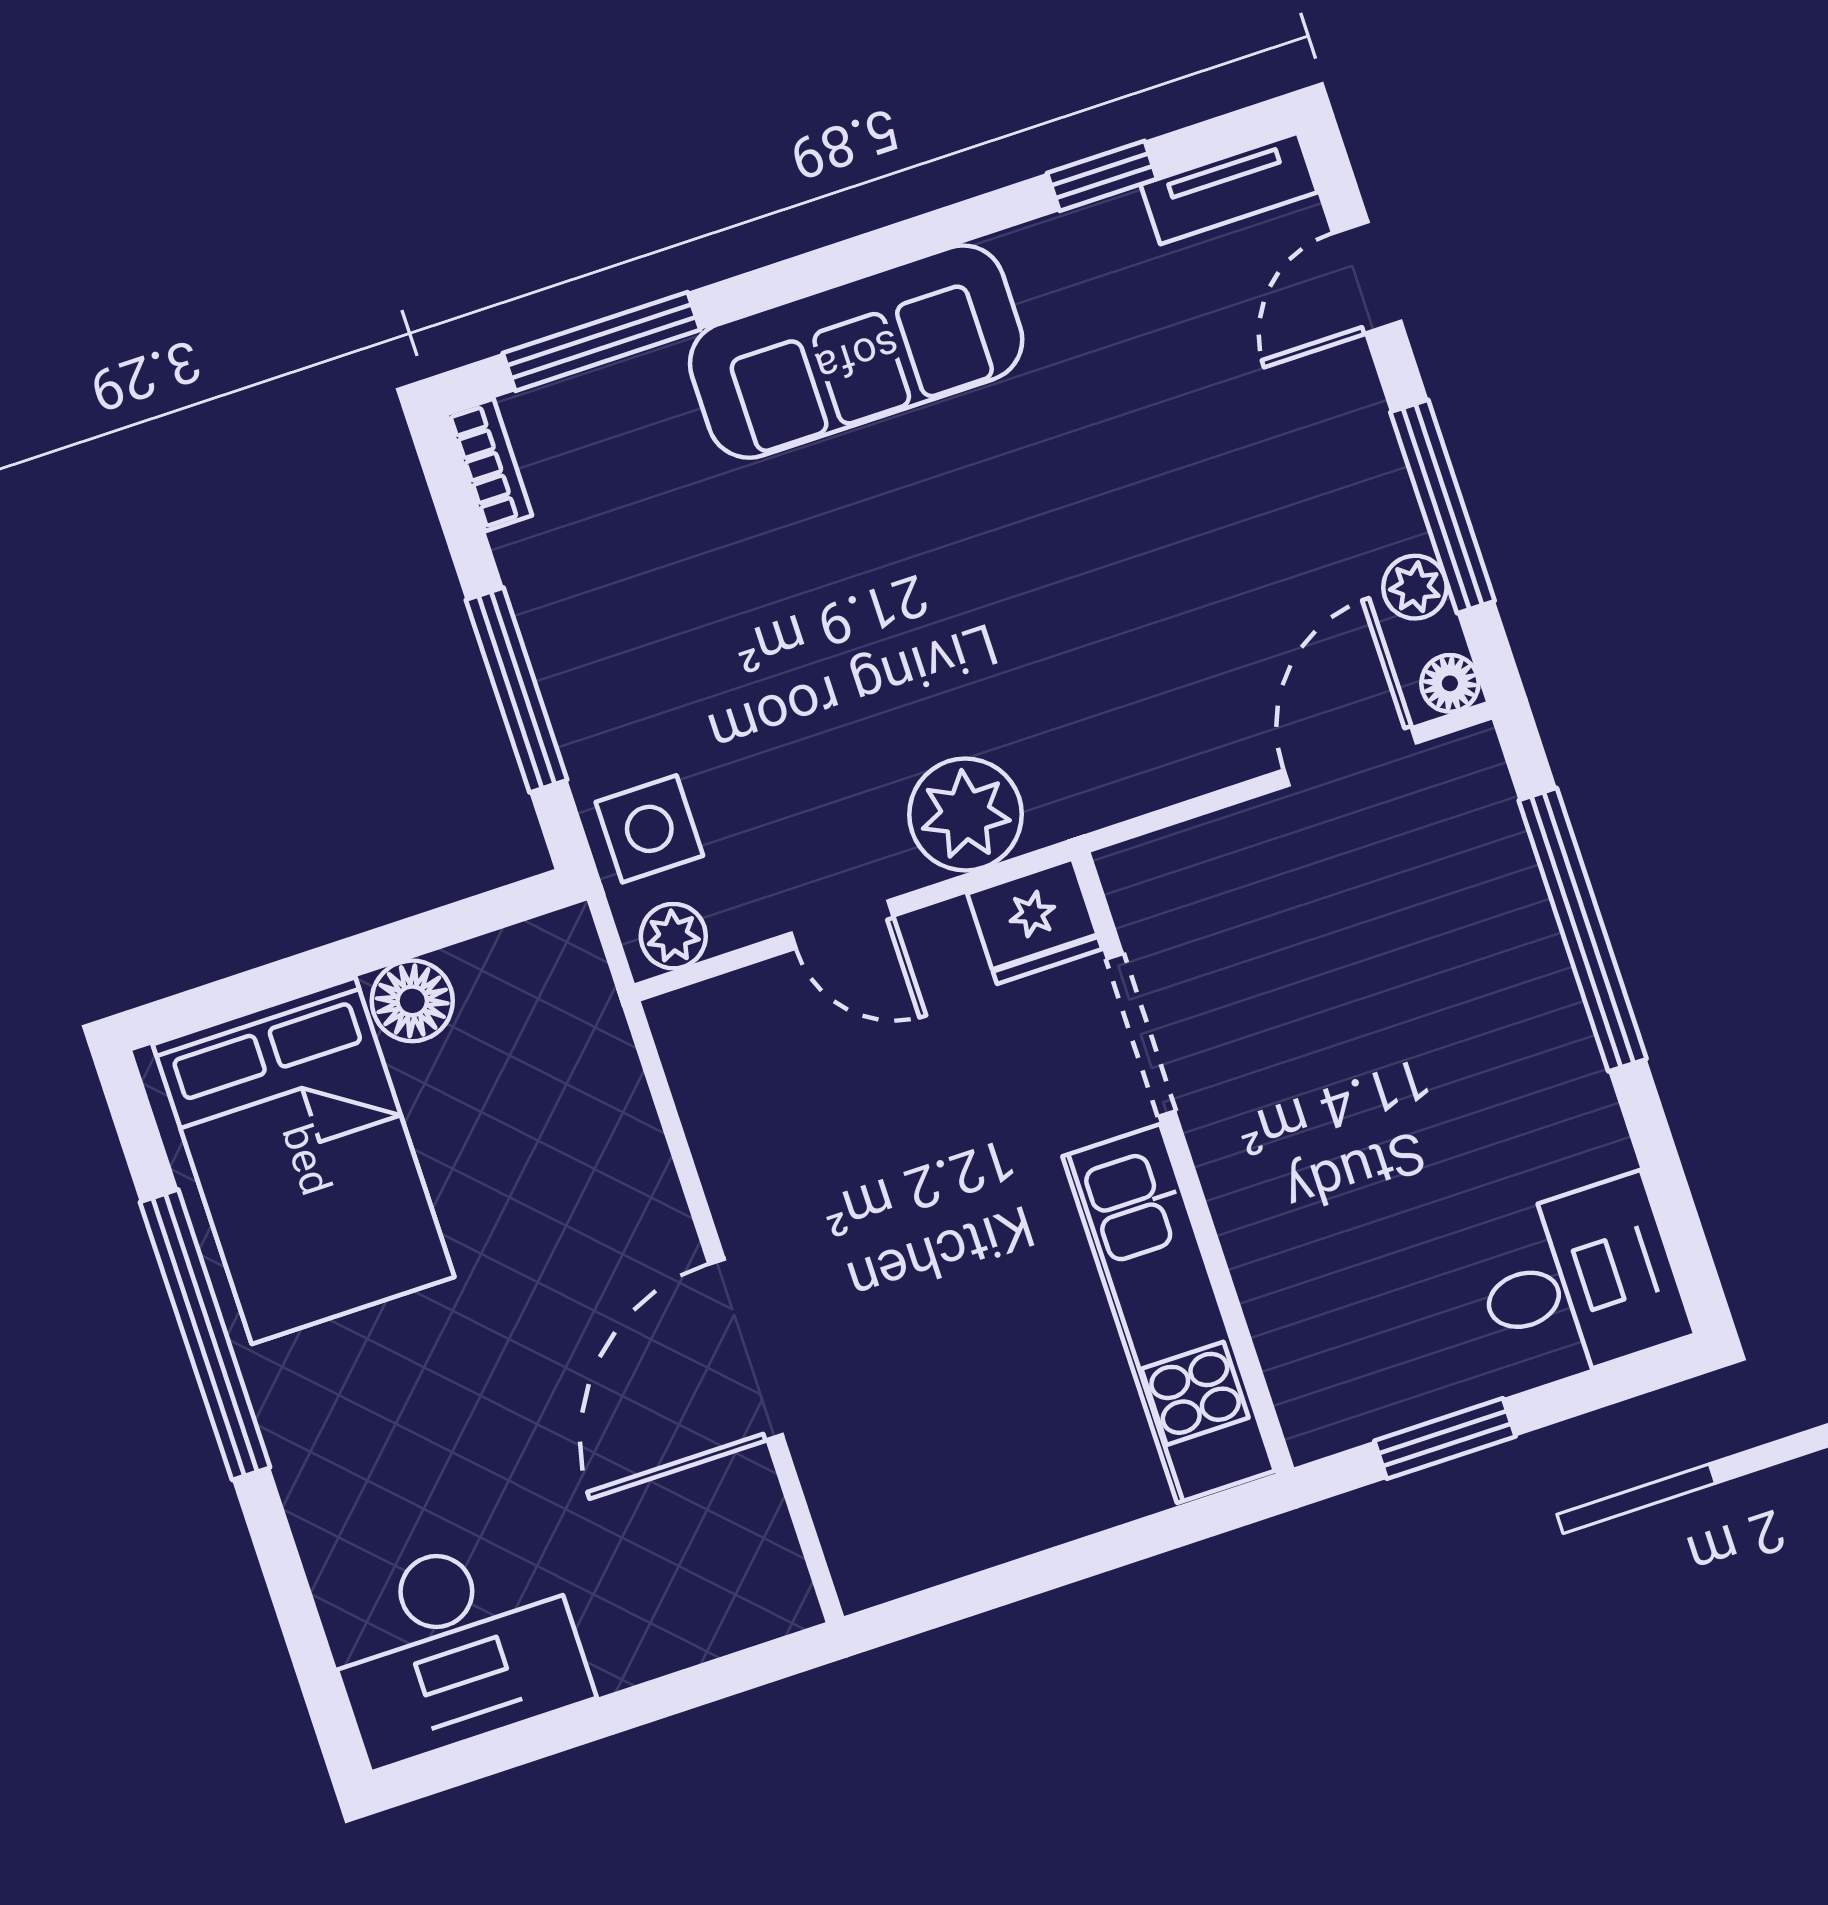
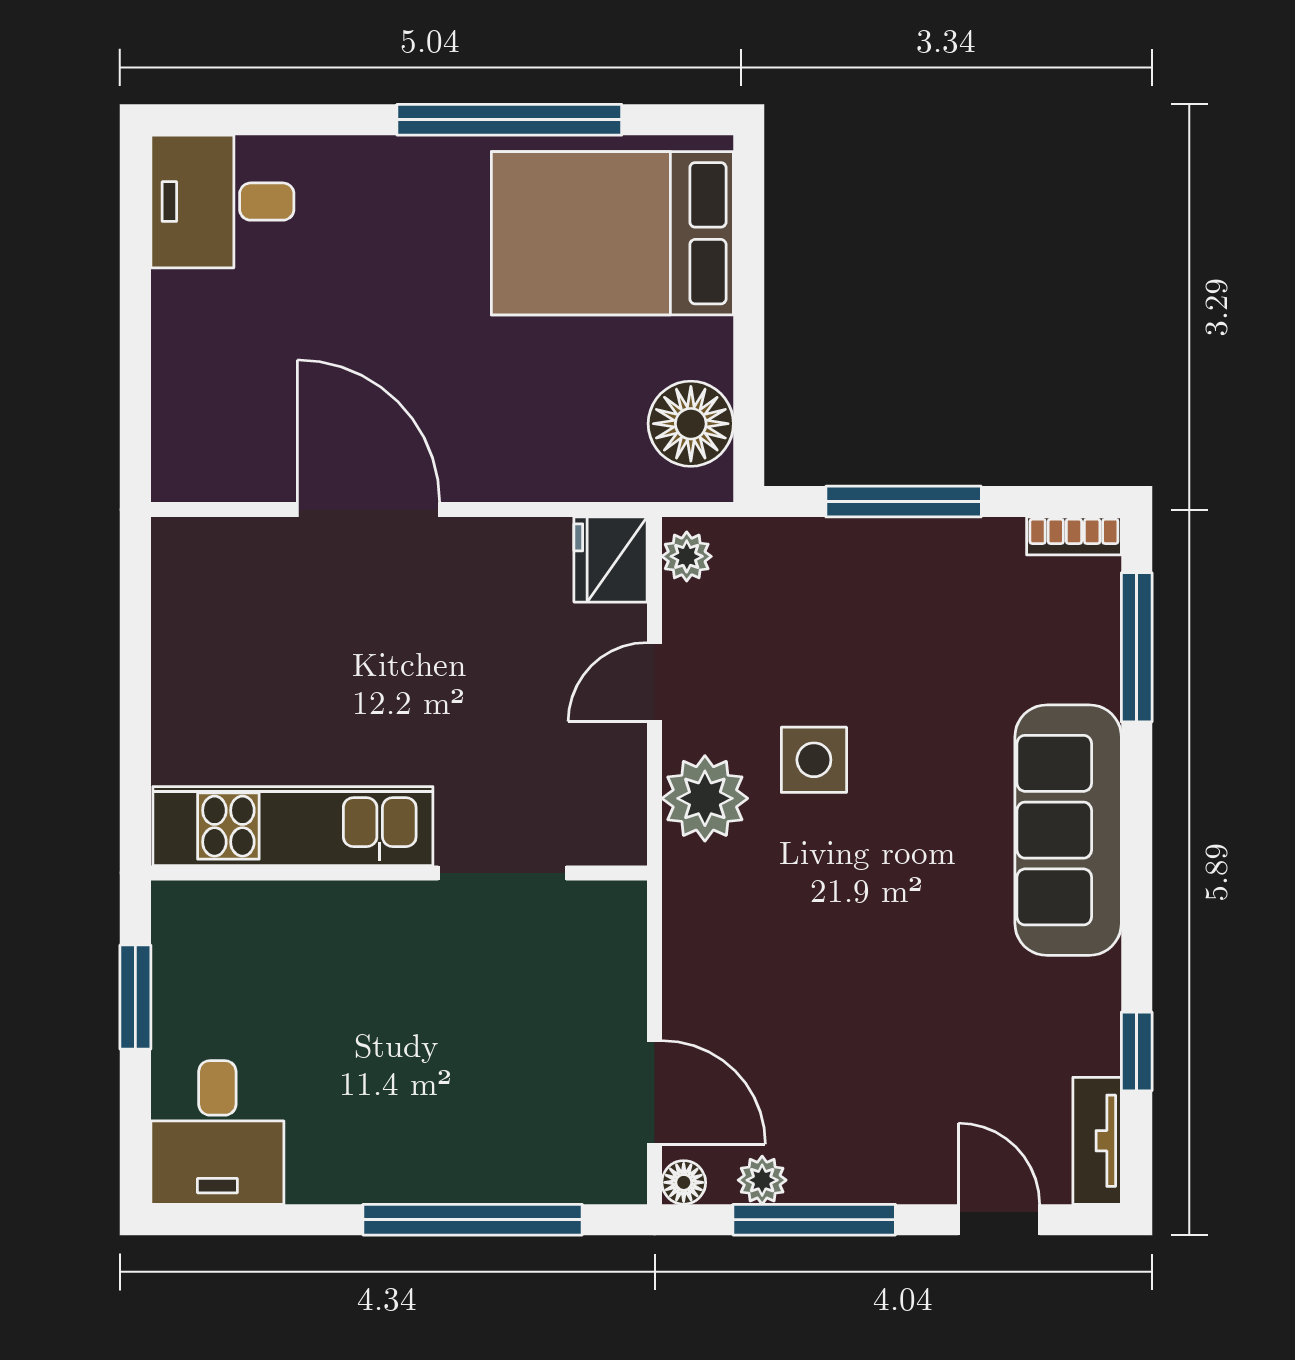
side table: (649, 829) -> (814, 760), moved
fridge: (1035, 921) -> (611, 560), moved
floor lamp: (412, 1001) -> (691, 424), moved, width x1.38, depth x1.38
desk: (455, 1647) -> (222, 202), width x0.73

